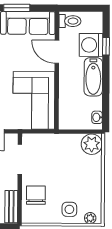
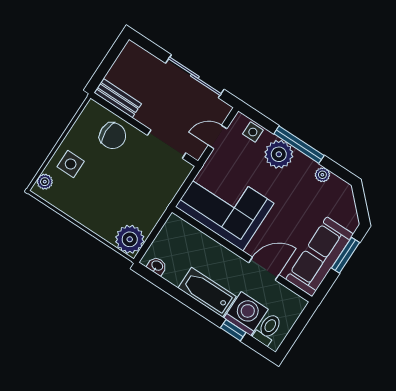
toilet: (70, 21) -> (268, 329), moved, turned 180

